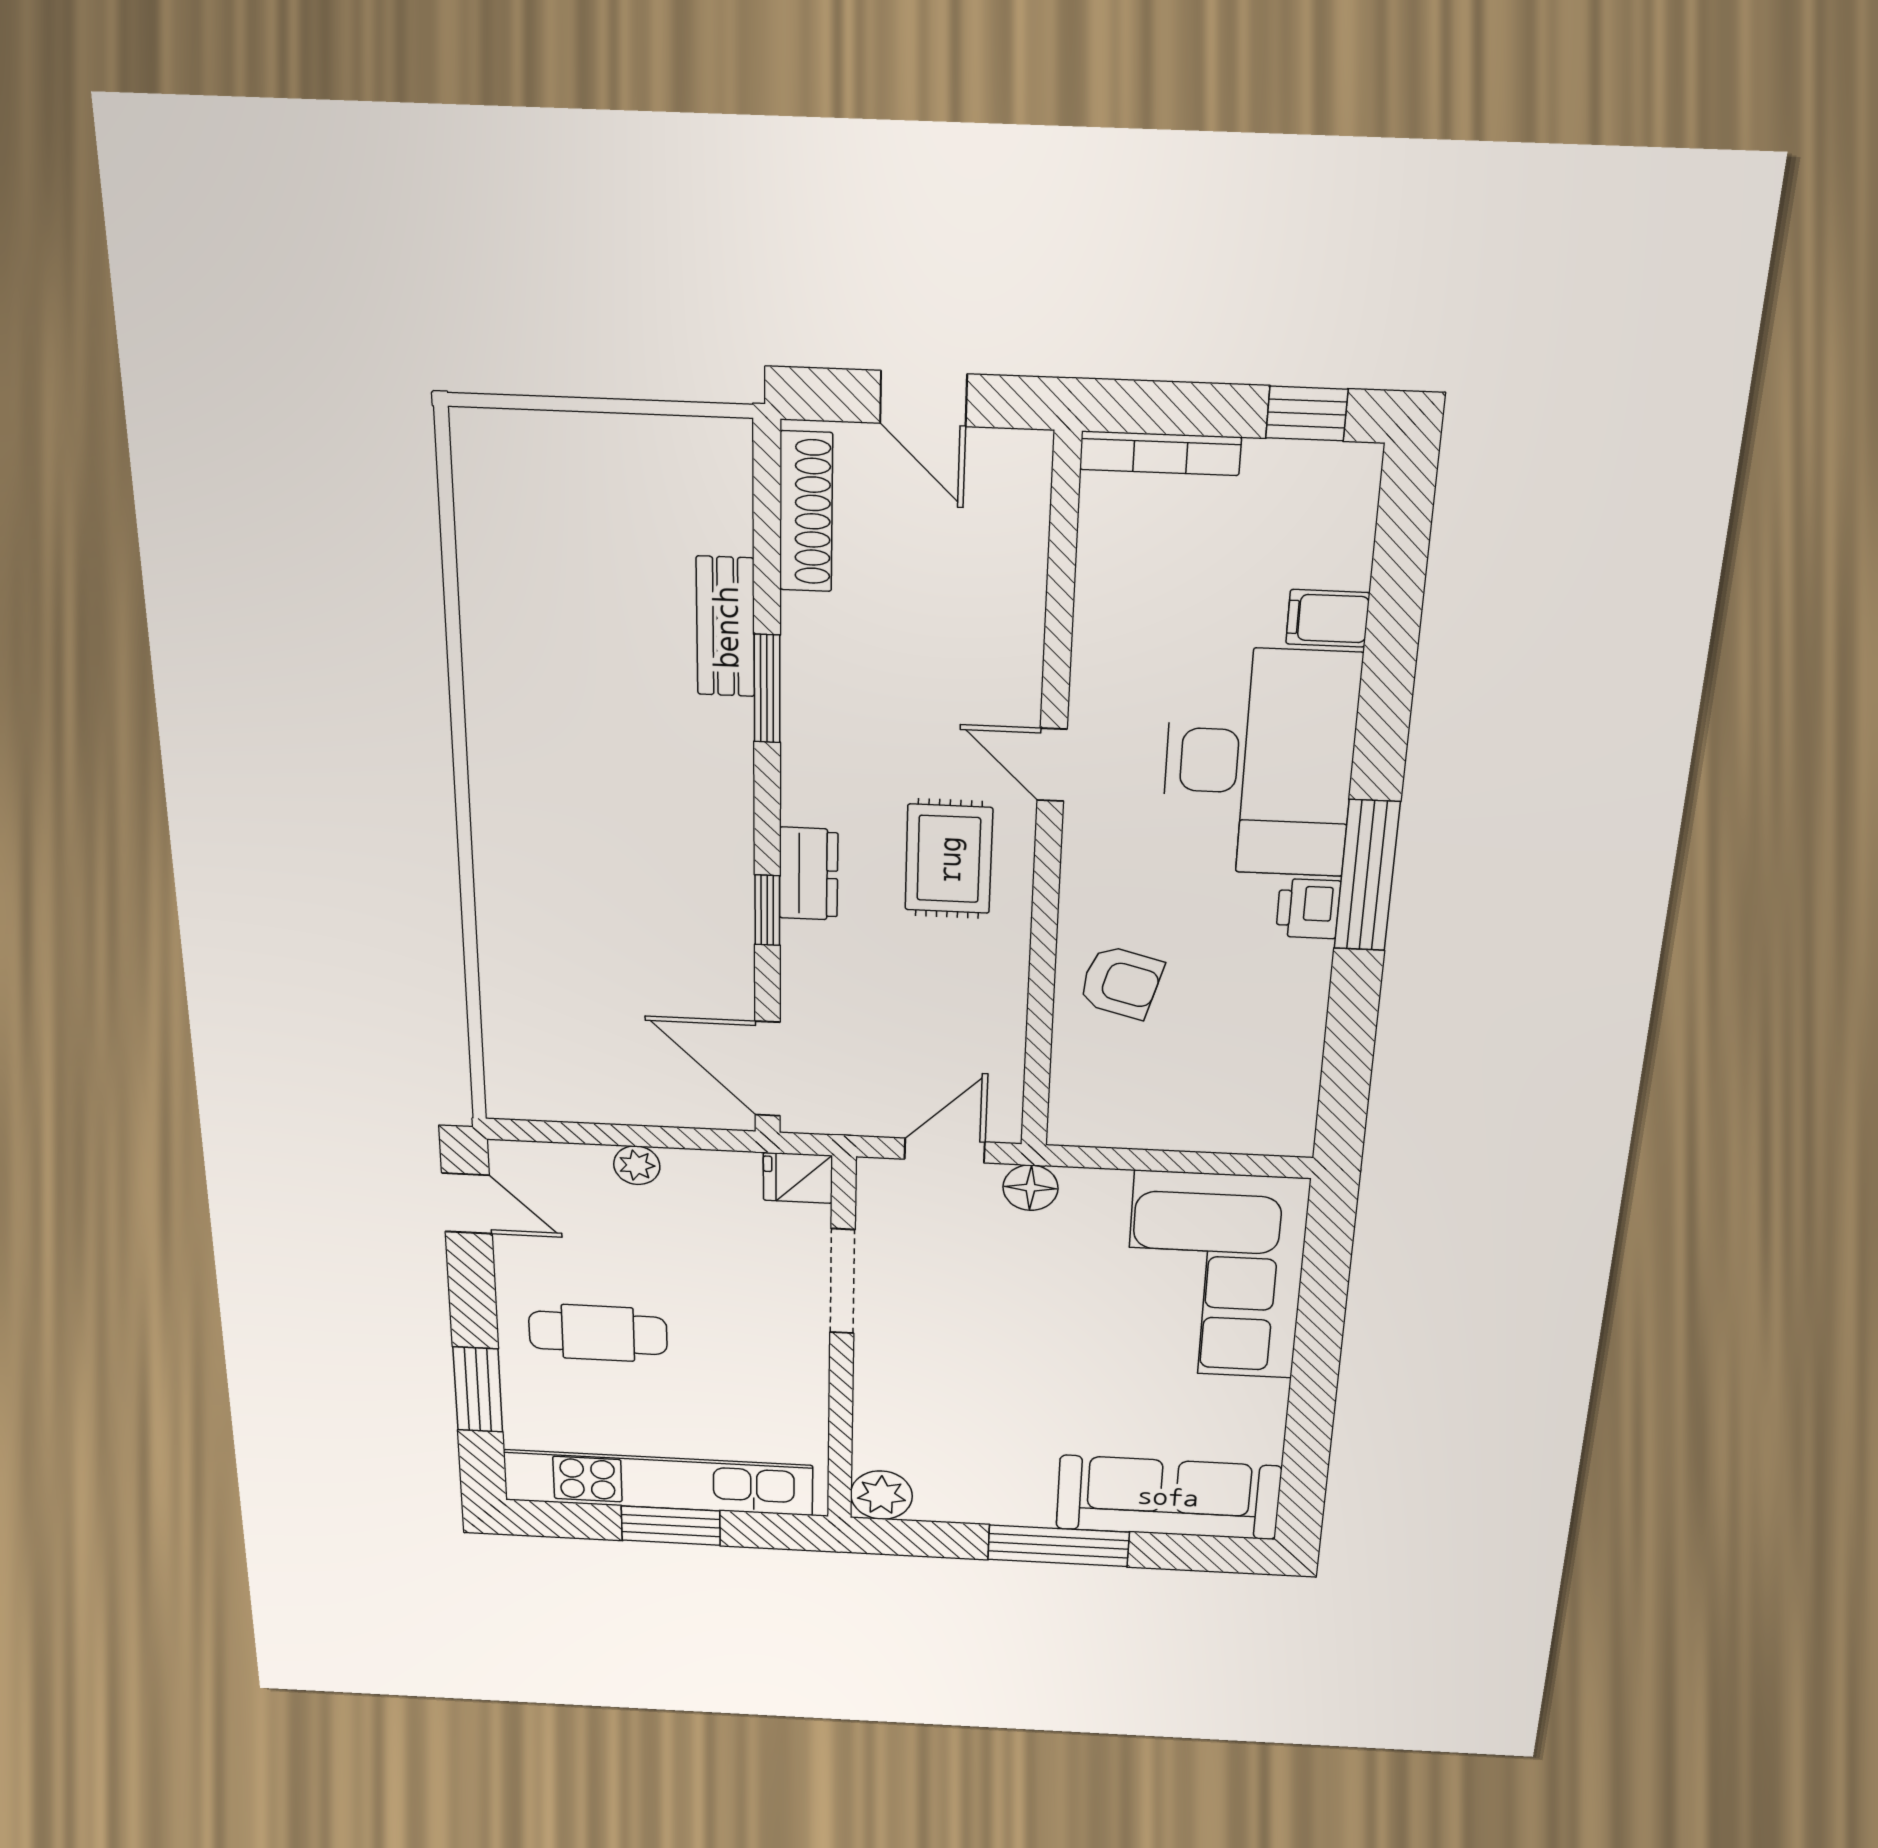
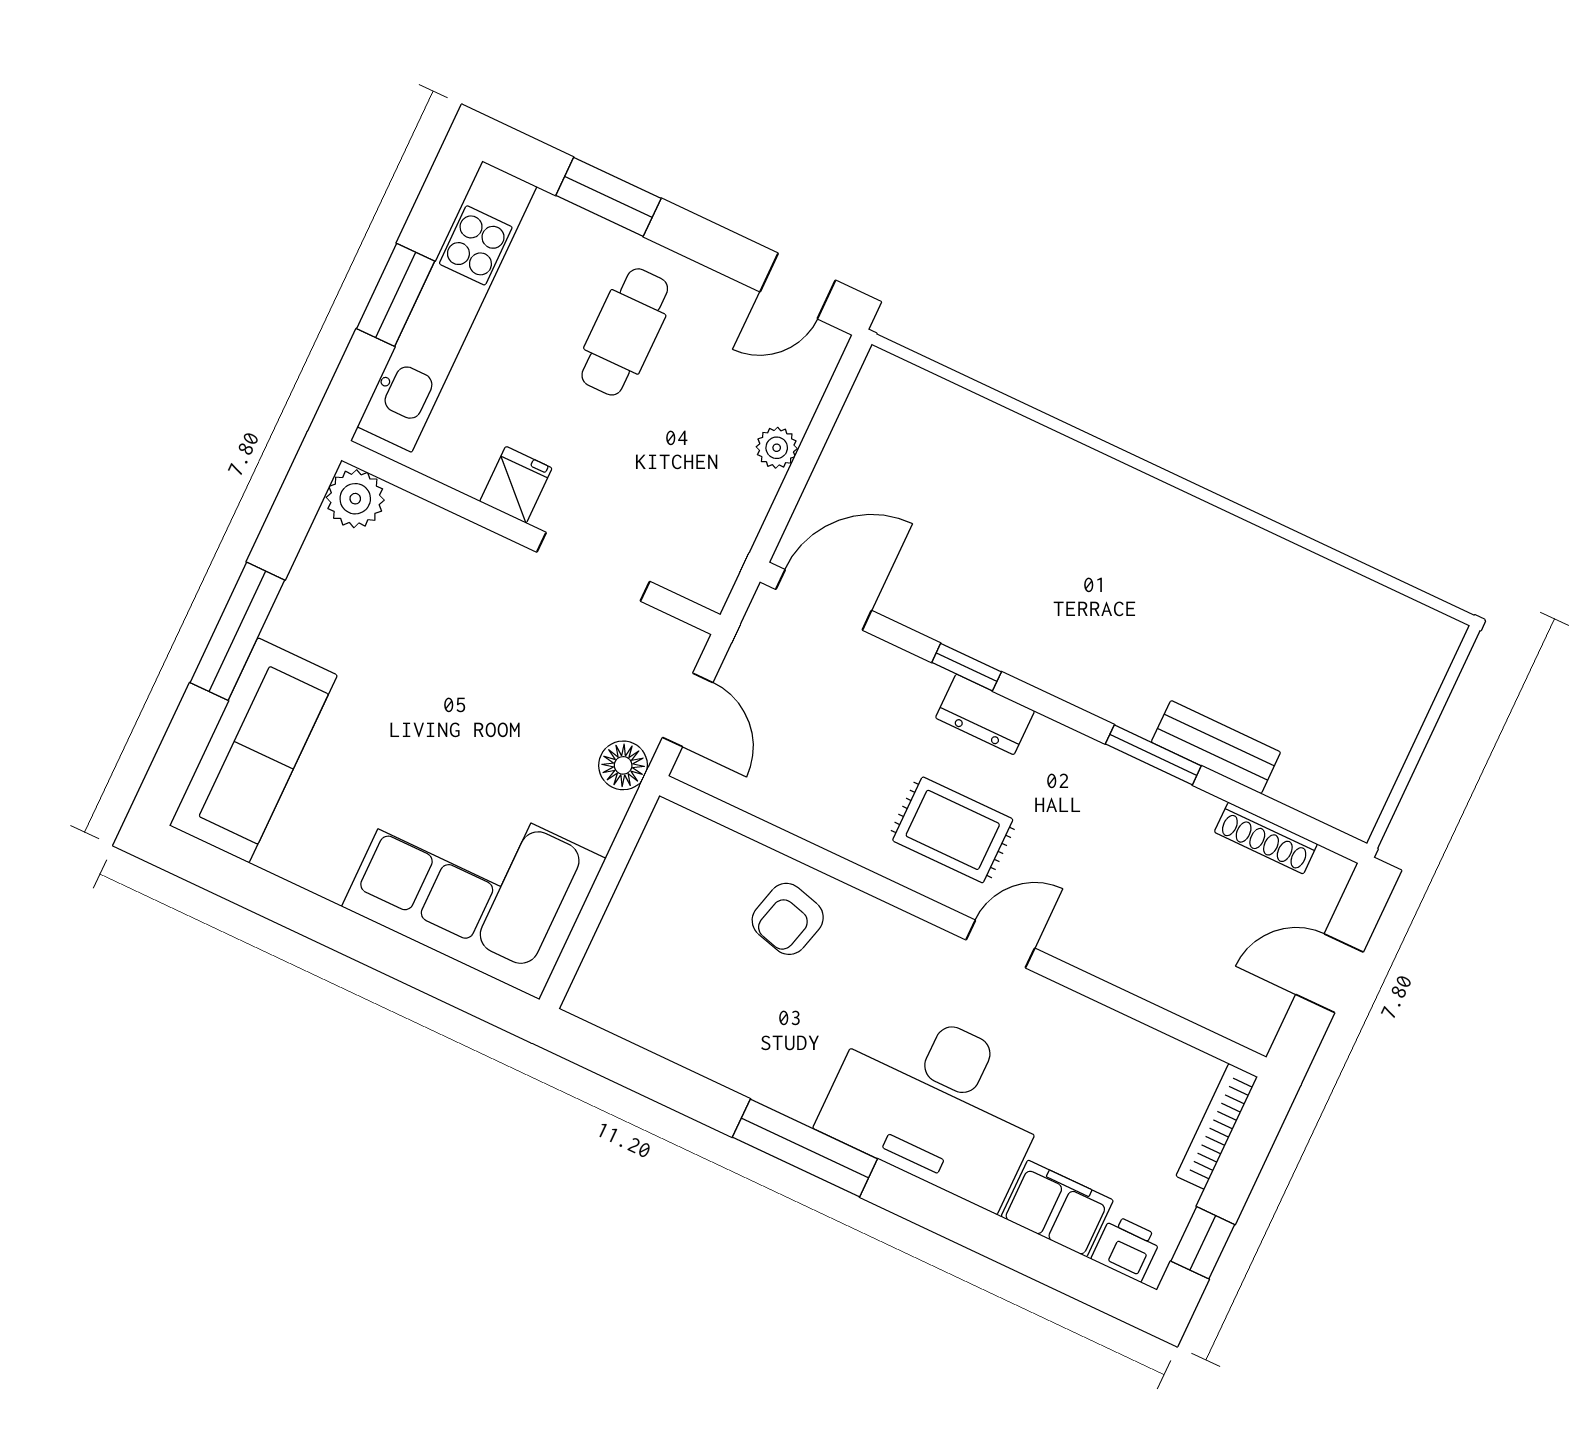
shoe rack: (806, 512) -> (1266, 838), width x0.74, depth x0.81
filing cabinet: (1328, 618) -> (1057, 1209), width x2.00
printer: (1308, 909) -> (1126, 1248), moved
fridge: (798, 1178) -> (516, 485), moved

